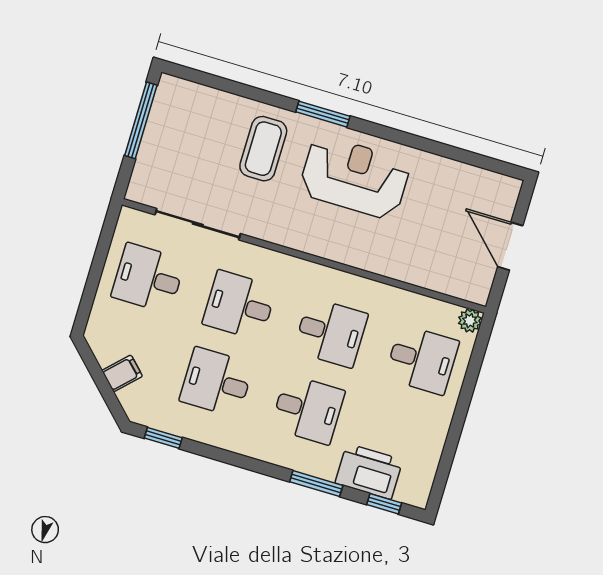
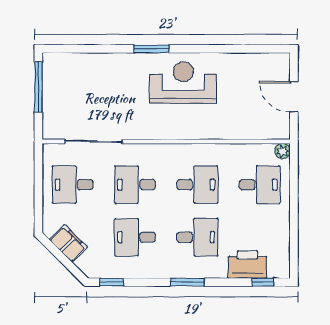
coffee table: (263, 149) -> (121, 82), removed
filing cabinet: (122, 373) -> (68, 244), width x2.00
window: (316, 484) -> (187, 282), moved

